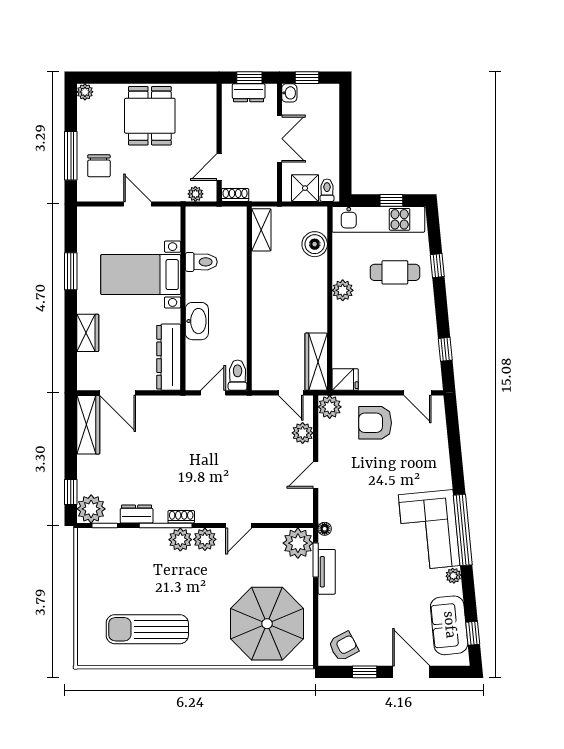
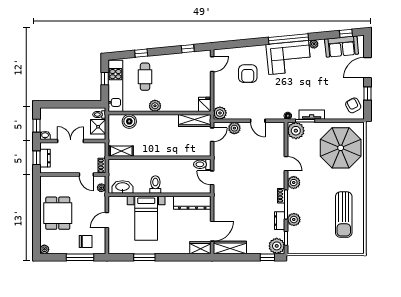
dining table: (150, 116) -> (58, 213), turned 90
toilet: (201, 262) -> (155, 185), moved
washbasin: (197, 321) -> (122, 187), moved
wardrobe: (88, 333) -> (200, 248), moved
armchair: (375, 423) -> (248, 74), moved
plant: (180, 540) -> (294, 220), moved

